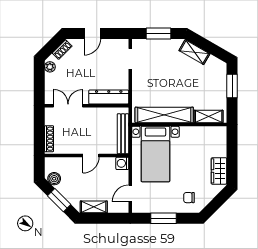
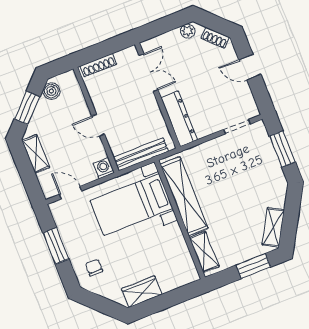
shelving: (194, 52) -> (273, 227), moved

